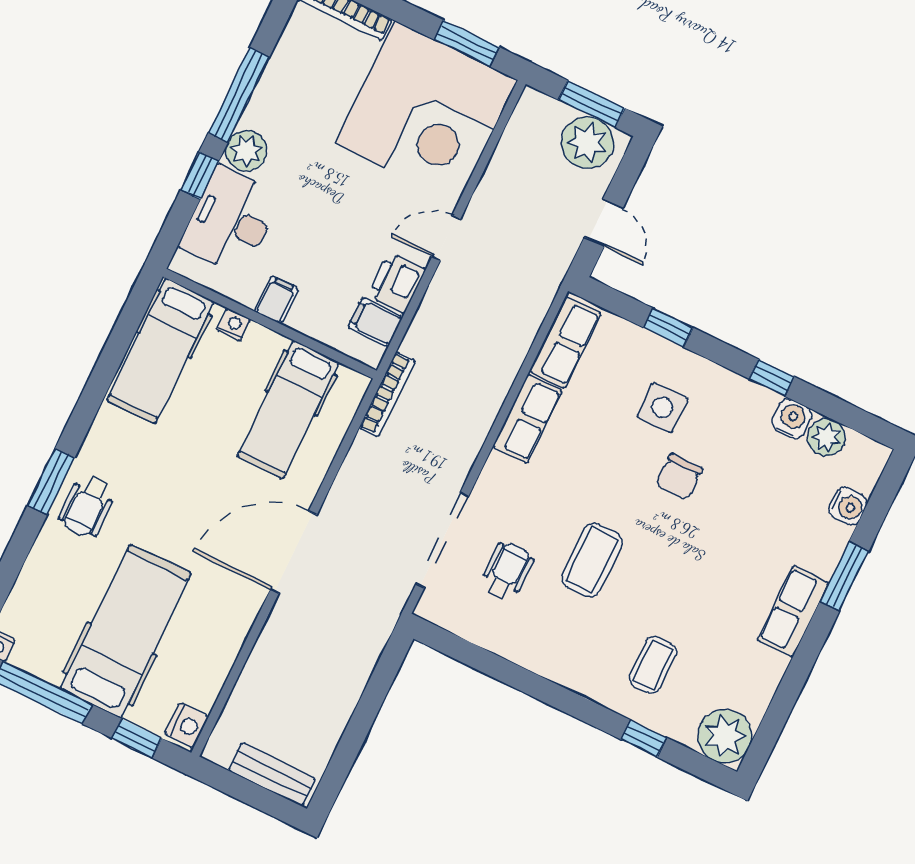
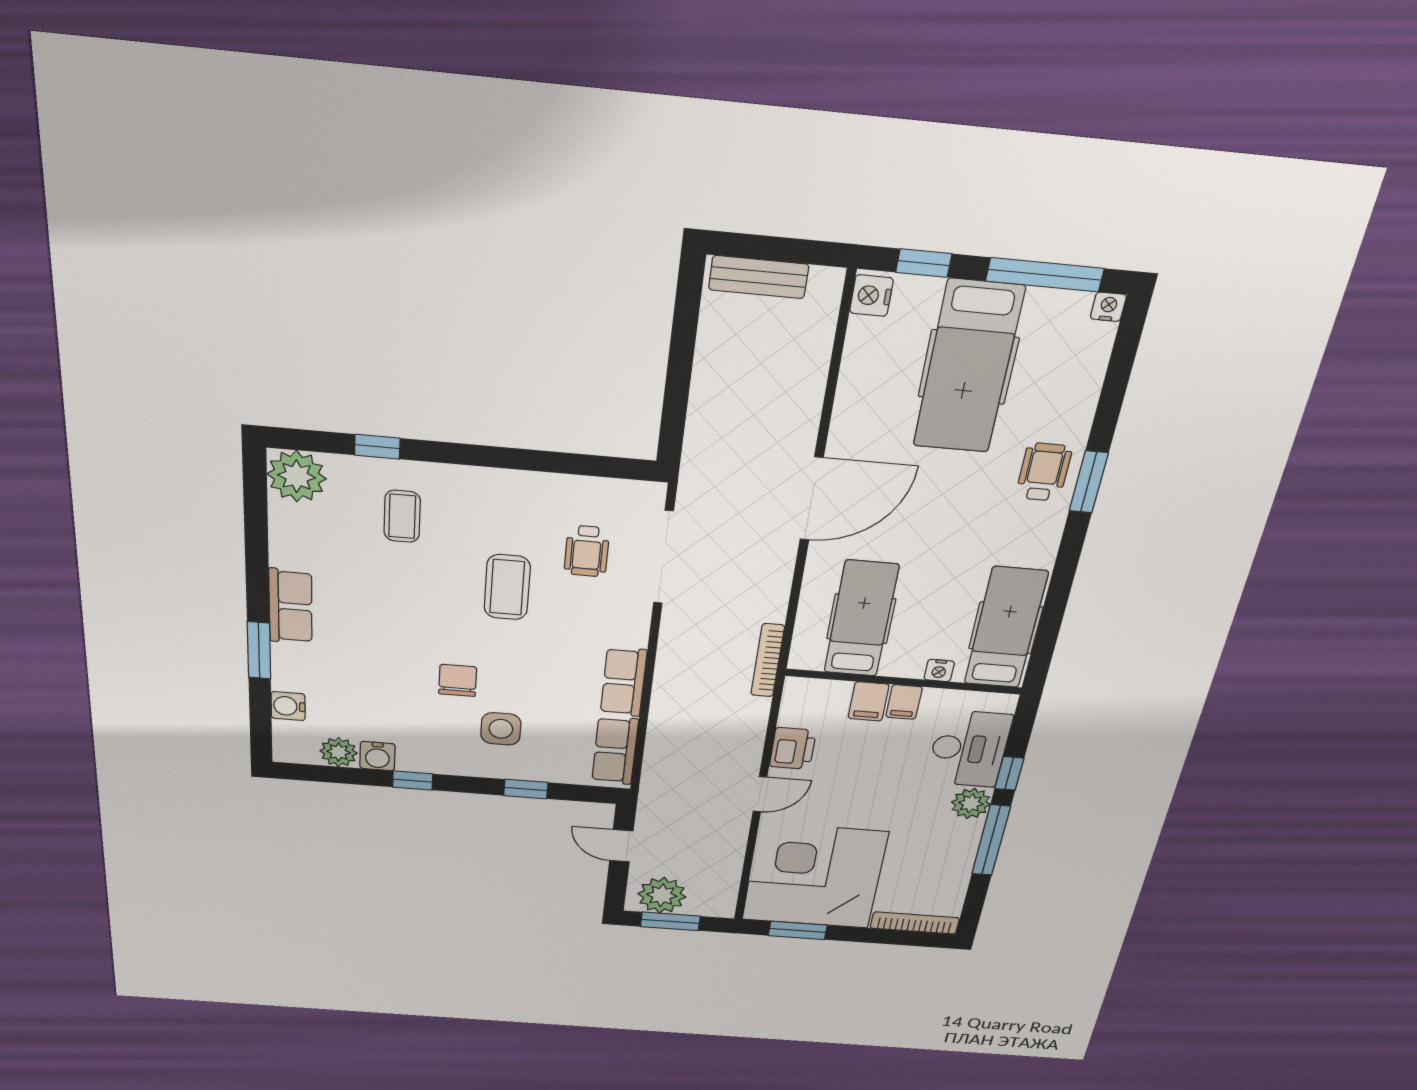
filing cabinet: (375, 322) -> (869, 701), moved, turned 90

